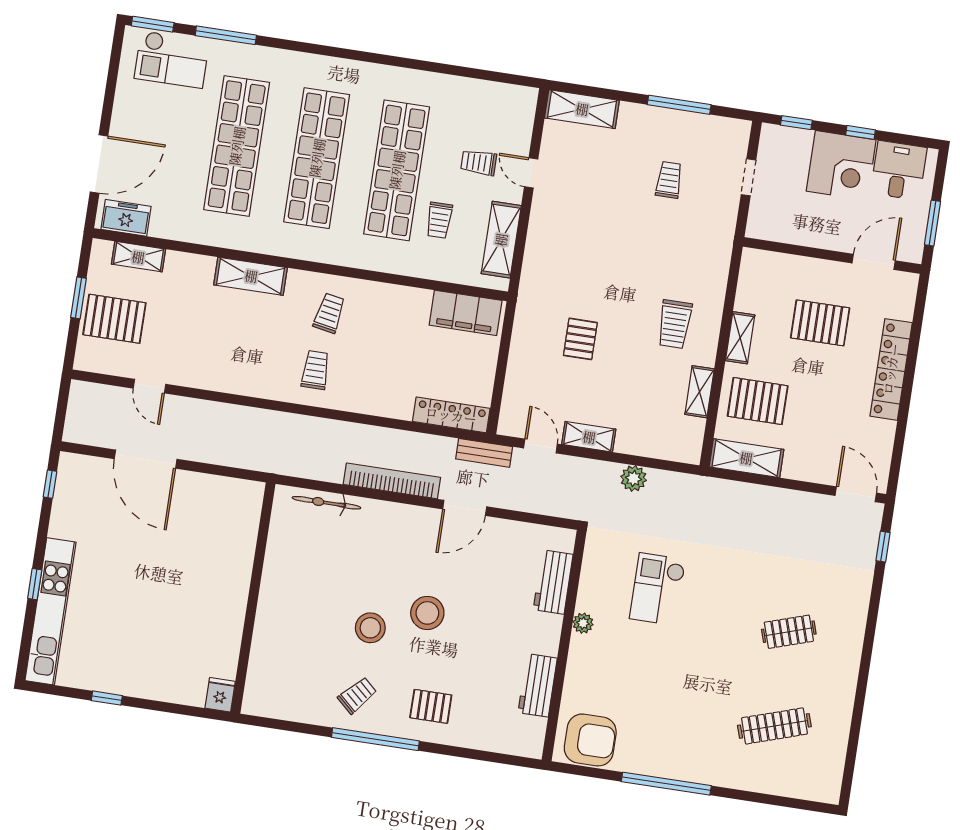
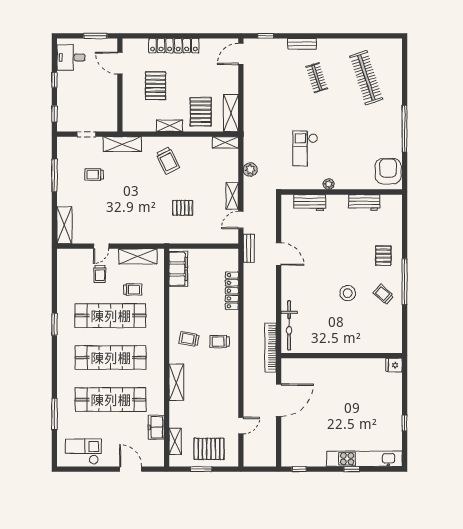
window: (153, 24) -> (54, 324), moved
checkout: (172, 59) -> (83, 451), moved, turned -90
door: (99, 164) -> (131, 469), width x0.73
corner desk: (841, 165) -> (73, 87), removed
freezer: (126, 218) -> (156, 427), moved
shelving: (719, 243) -> (122, 144), added
pallet: (114, 319) -> (209, 449), turned 90
trolley: (675, 324) -> (168, 161), turned 64
shelving: (700, 392) -> (225, 142), moved
locker: (451, 415) -> (232, 291), moved
door: (146, 459) -> (279, 400), moved
bookcase: (392, 481) -> (270, 347), moved
bicycle: (326, 503) -> (289, 325), width x1.37, depth x1.40
checkout: (658, 589) -> (305, 148), turned 90
stool: (427, 613) -> (336, 265), removed
bench: (857, 614) -> (302, 44), added
clothes rail: (774, 726) -> (366, 78), width x1.37, depth x1.31

